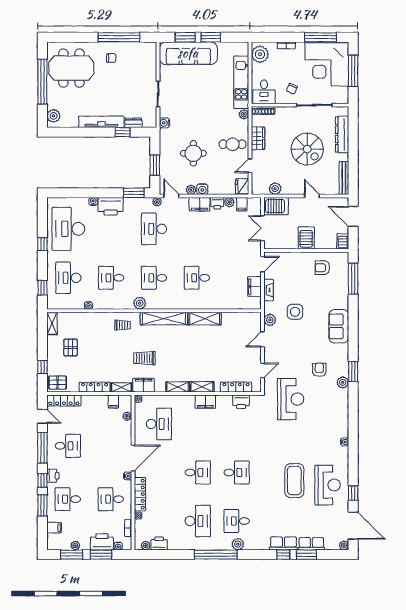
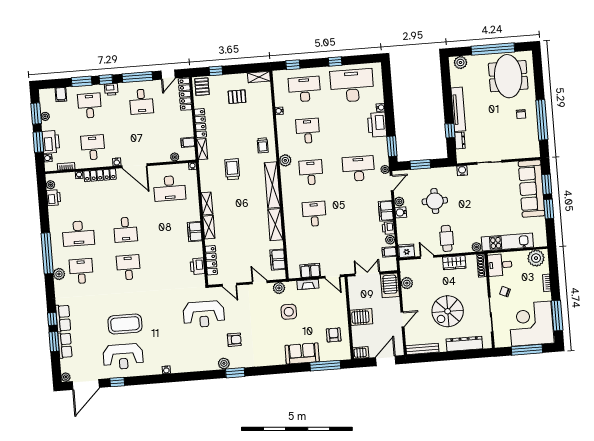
sofa: (339, 326) -> (302, 353), moved
filing cabinet: (144, 385) -> (278, 260), moved, turned 180
desk: (237, 472) -> (128, 267), turned 180

